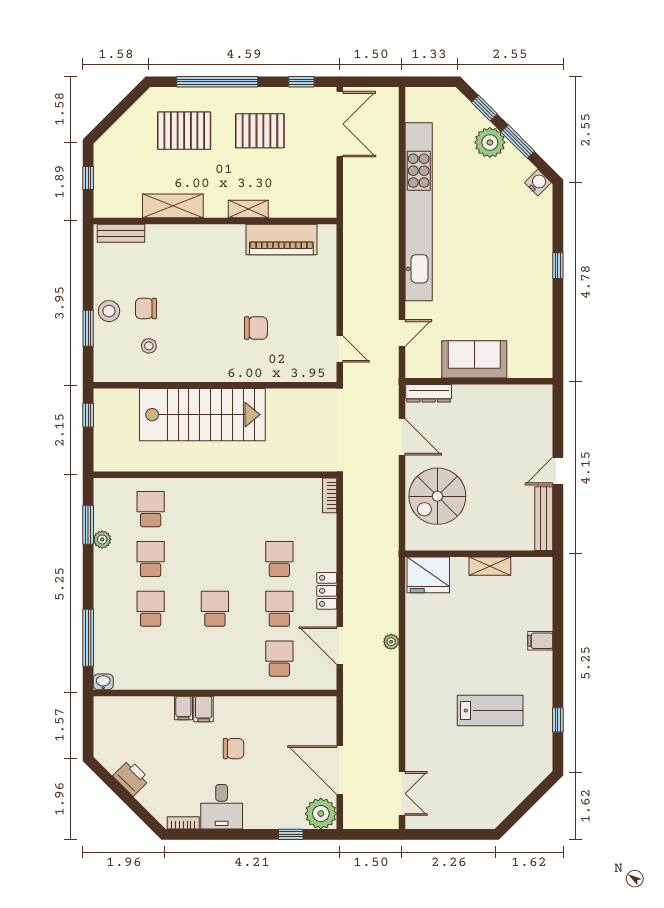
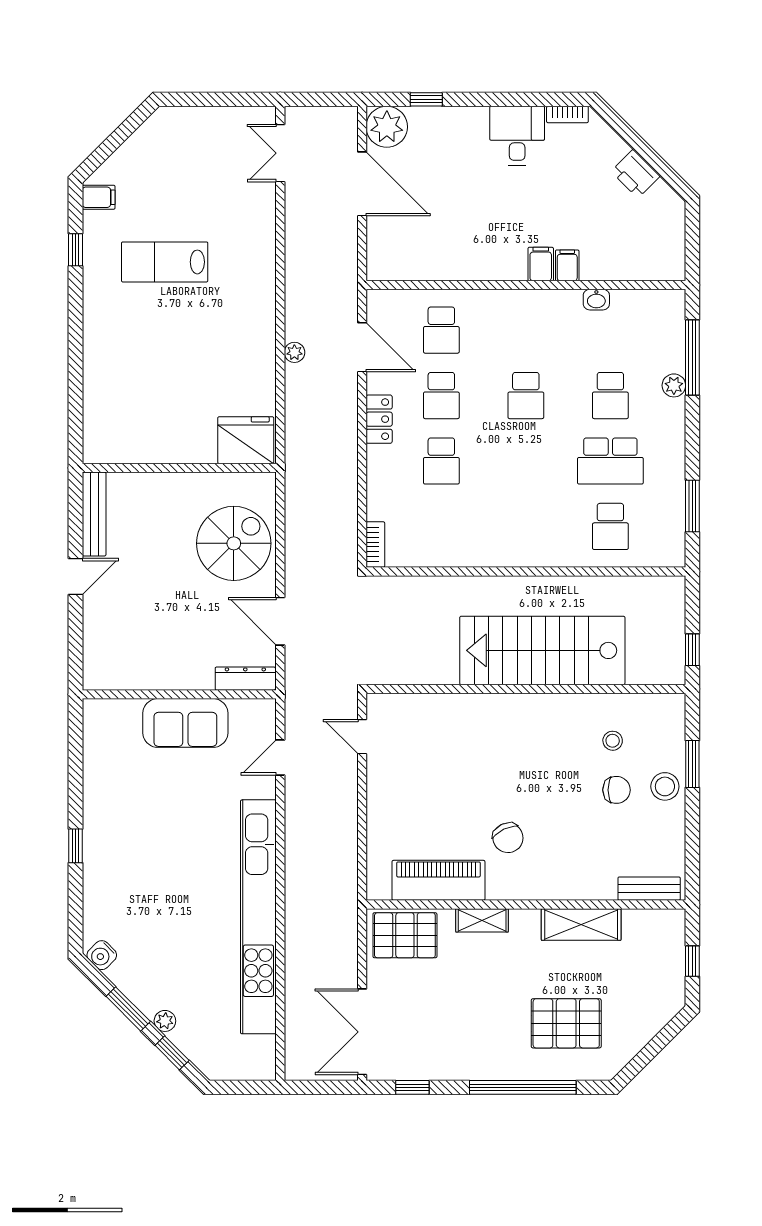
pallet: (260, 131) -> (405, 935), moved
plant: (490, 142) -> (165, 1021), width x0.53, depth x0.53
chair: (256, 328) -> (508, 838), moved, turned -116
plant: (102, 539) -> (674, 385), moved
school desk: (151, 559) -> (610, 461), width x1.85
shelving: (490, 566) -> (165, 452), removed
filing cabinet: (540, 641) -> (99, 197), moved
washbasin: (103, 682) -> (596, 300), moved
chair: (233, 749) -> (501, 212), removed

